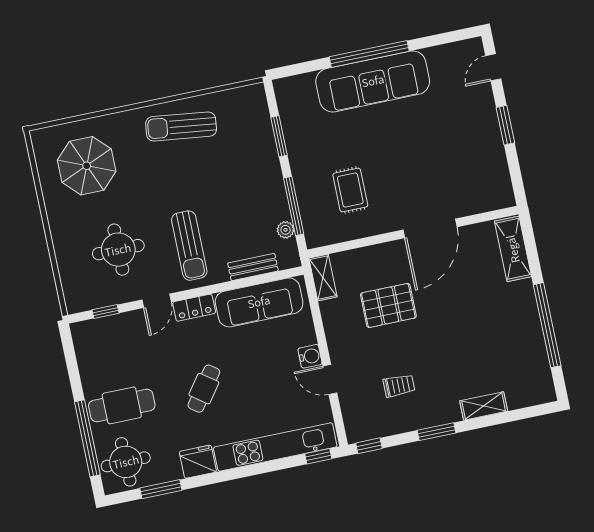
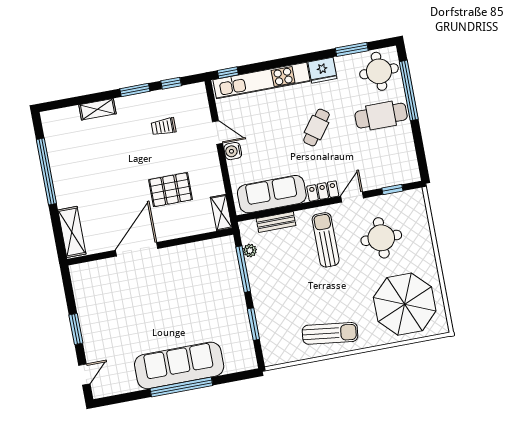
parasol: (87, 166) -> (405, 304), width x1.36, depth x1.36
rug: (350, 190) -> (198, 281), removed
window: (369, 446) -> (171, 83), moved

